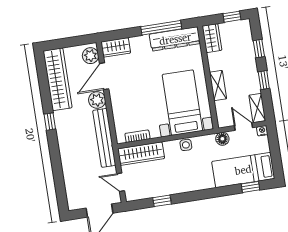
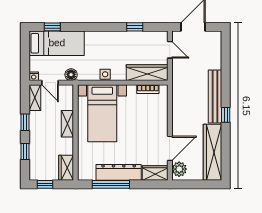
dresser: (175, 39) -> (119, 172), moved
plant: (97, 100) -> (180, 128), removed
bench: (104, 138) -> (215, 96), moved

